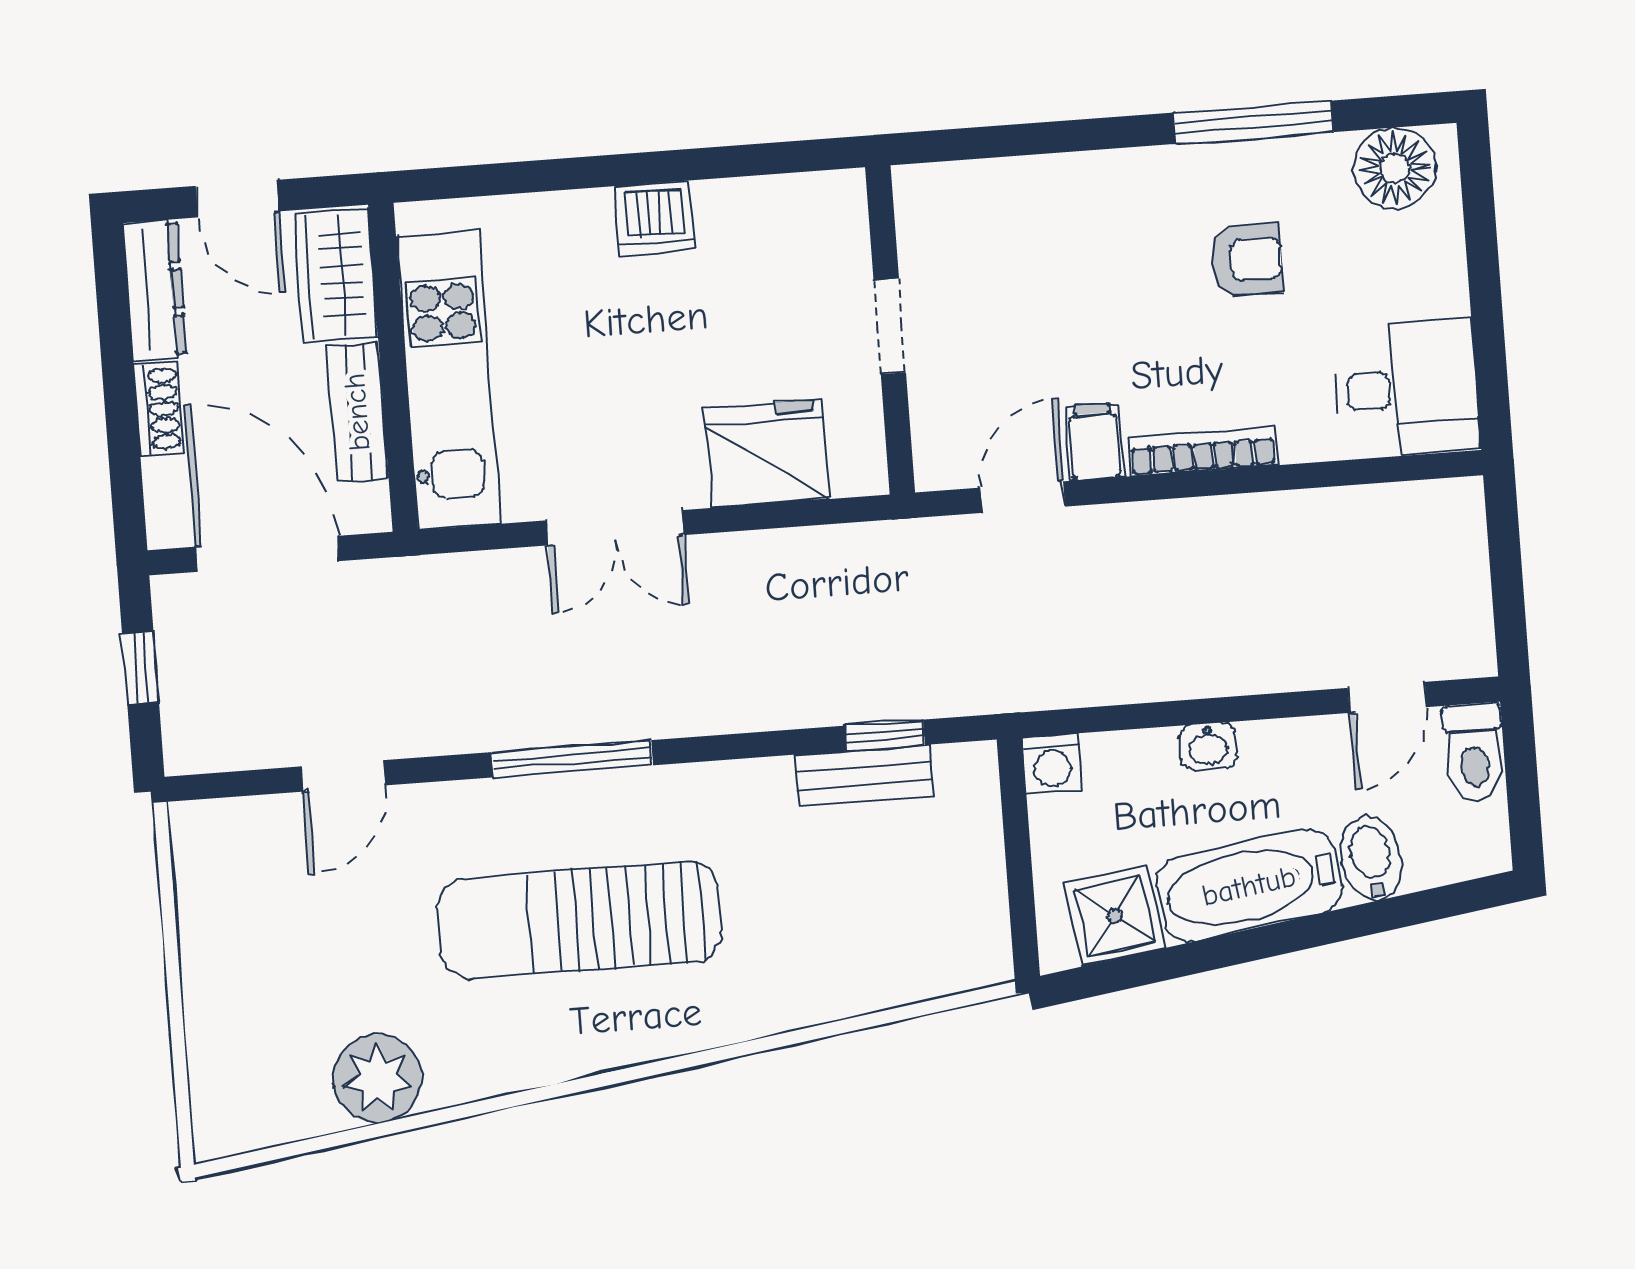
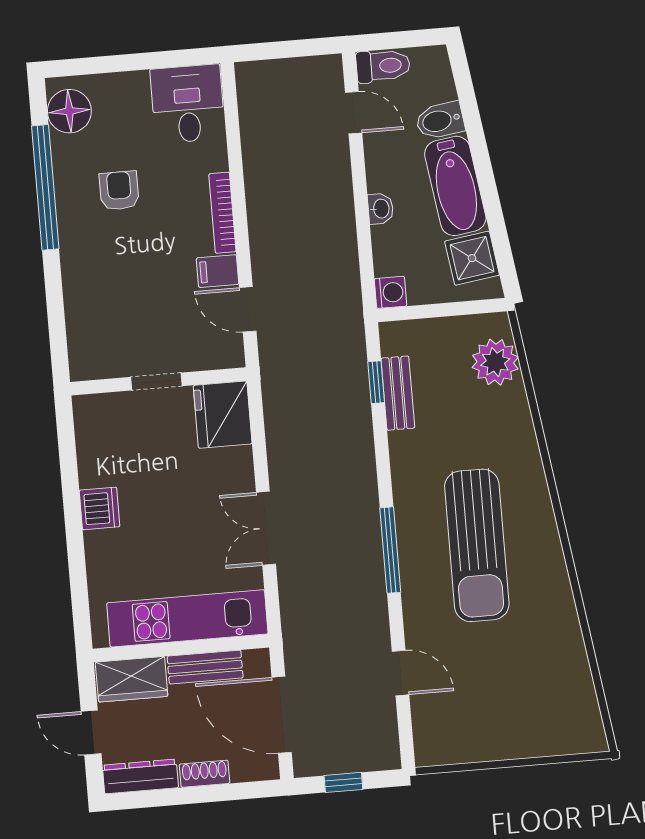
window: (1253, 122) -> (45, 187), width x1.46
door: (237, 199) -> (91, 733), swing flipped
fridge: (767, 453) -> (223, 415), moved
double door: (615, 528) -> (266, 528), swing flipped
door: (267, 554) -> (282, 715), hinge flipped
plant: (378, 1078) -> (495, 362), moved

